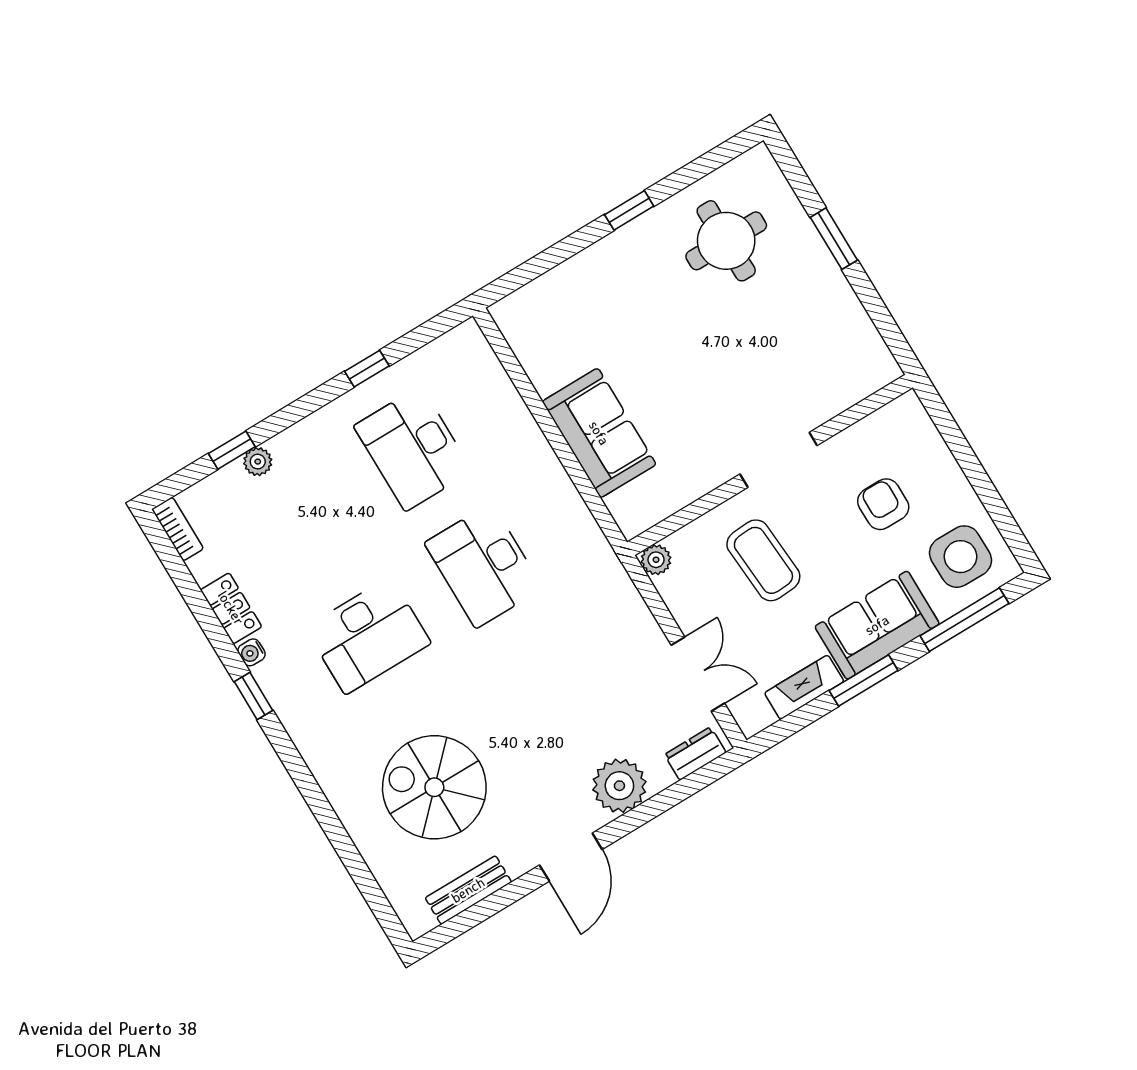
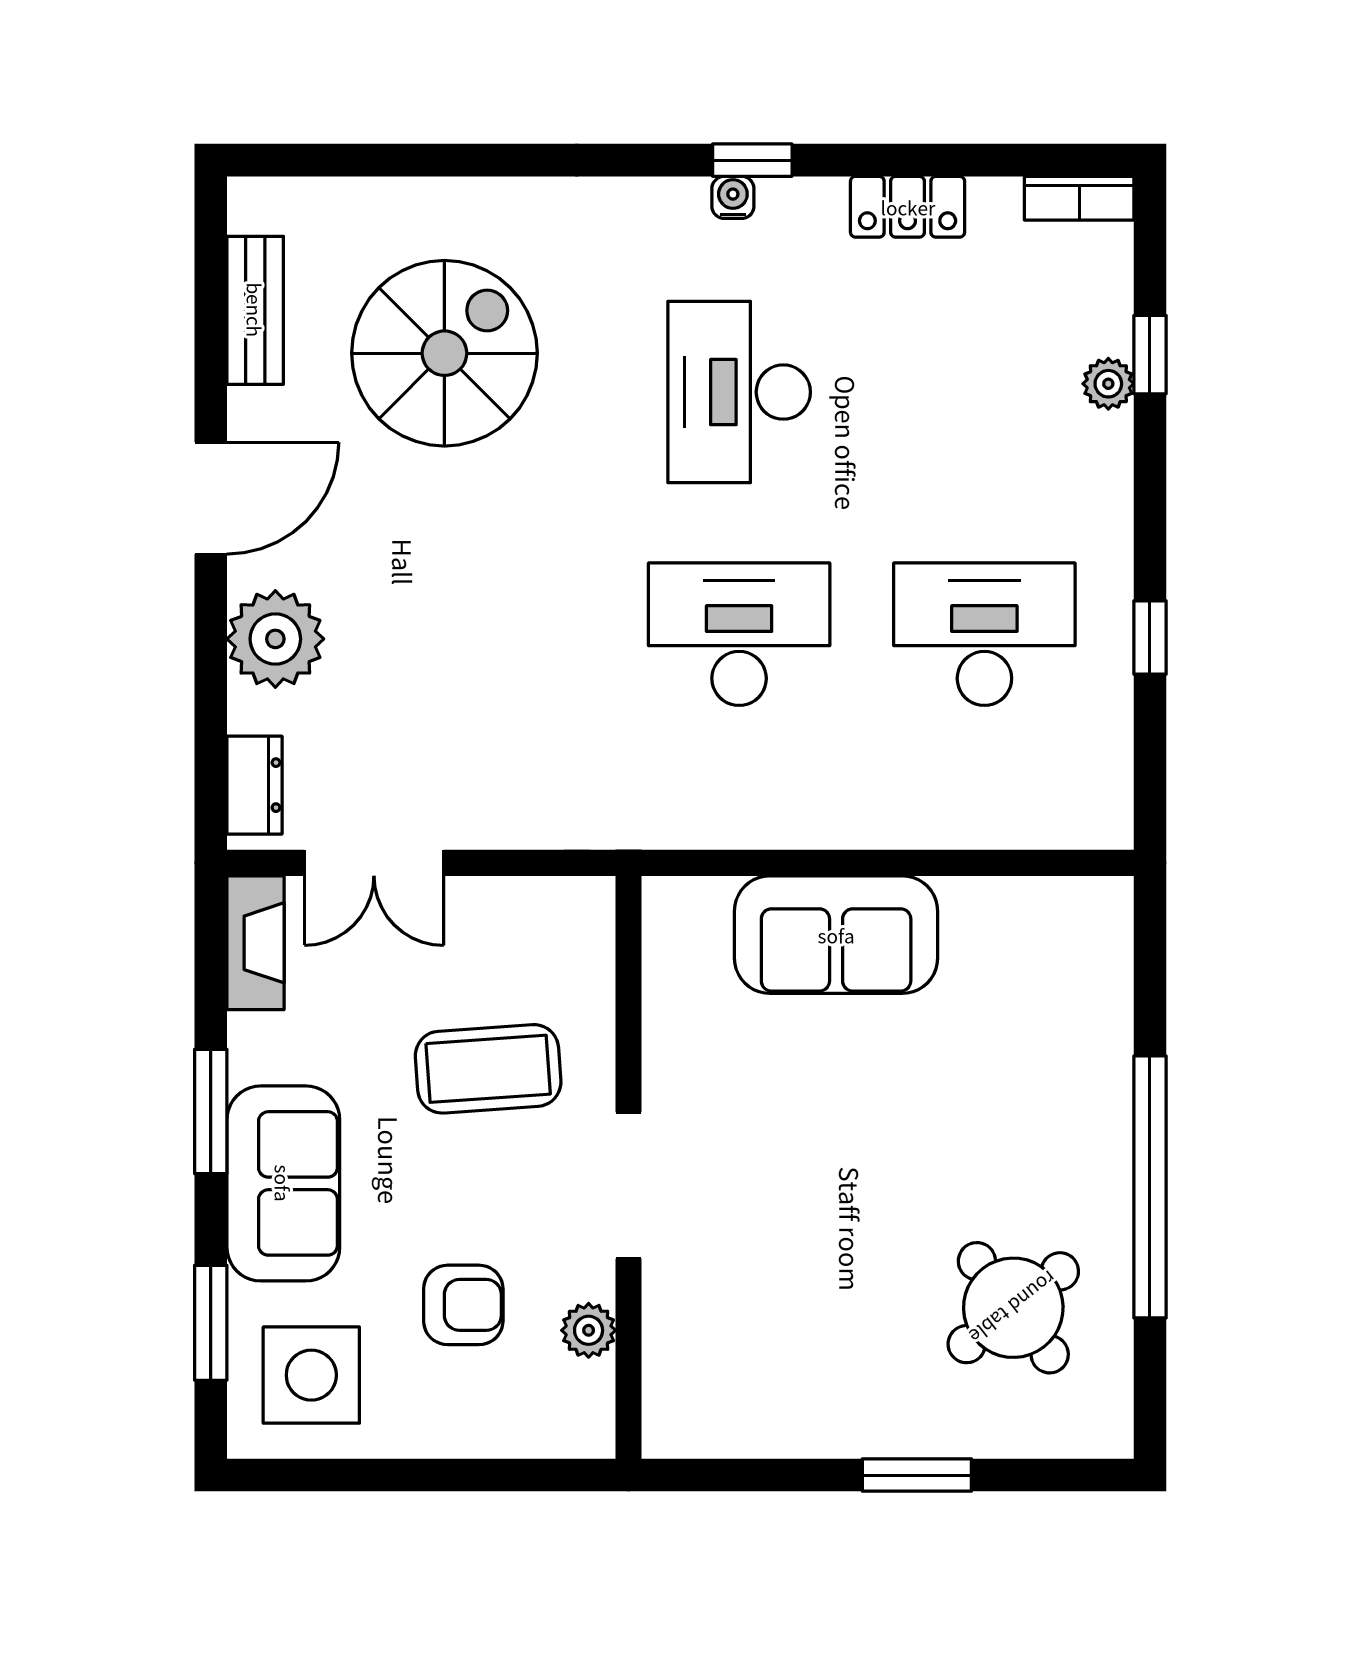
window: (629, 210) -> (1150, 1187), width x3.17
round table: (726, 241) -> (1013, 1308), turned -38
plant: (656, 560) -> (589, 1330), moved
window: (964, 620) -> (211, 1323), width x0.69
water cooler: (252, 652) -> (733, 197), moved
fireplace: (804, 687) -> (256, 943), moved
door: (571, 857) -> (211, 498), swing flipped

